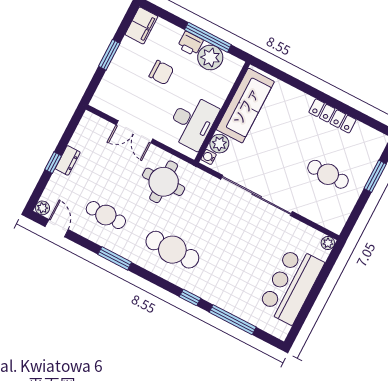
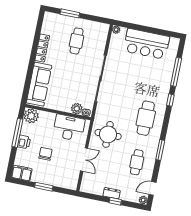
plant: (210, 57) -> (31, 116), moved
sofa: (245, 106) -> (39, 84), moved, turned 90

